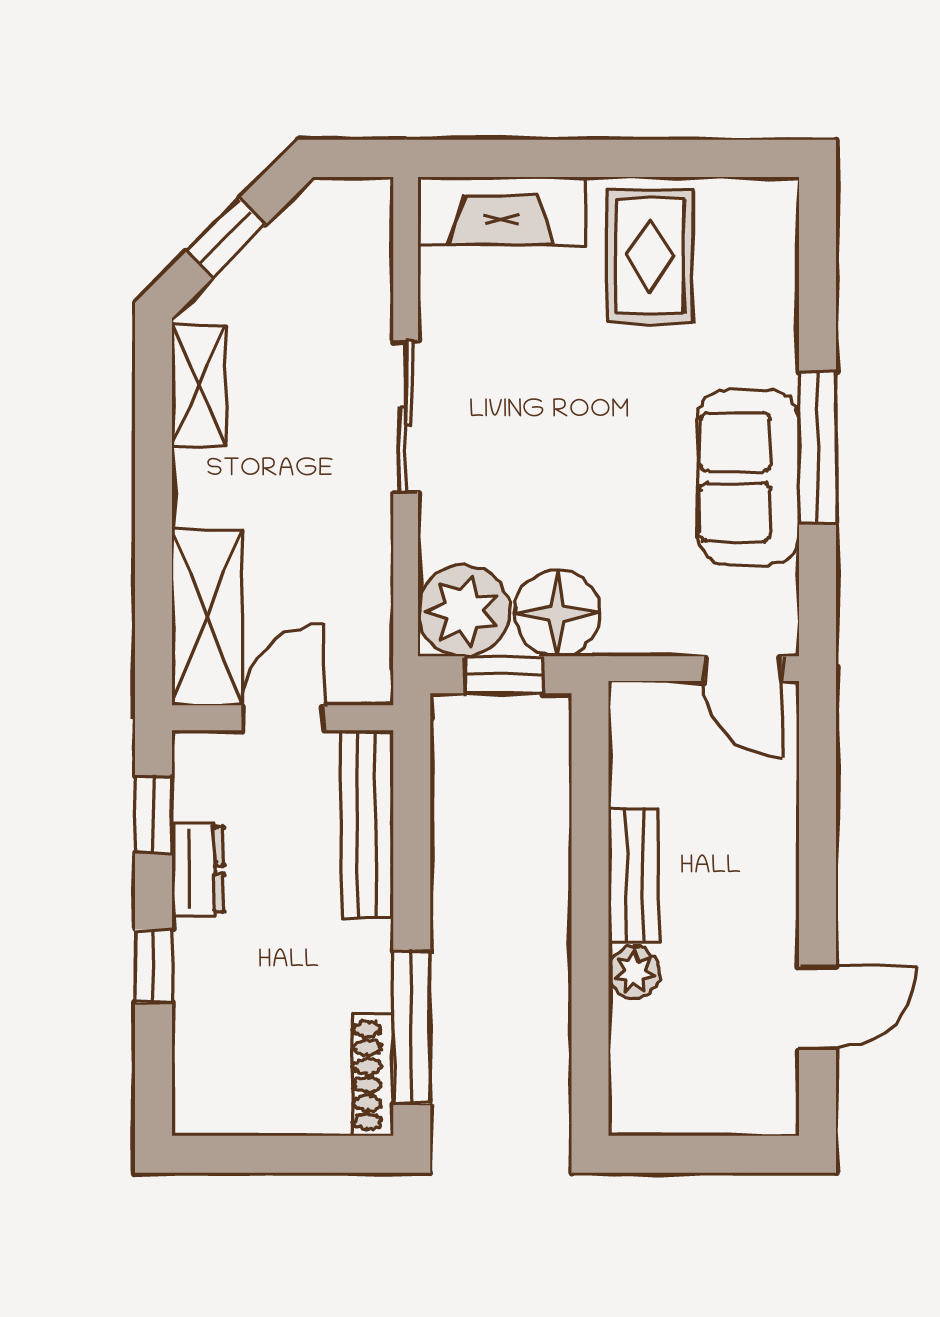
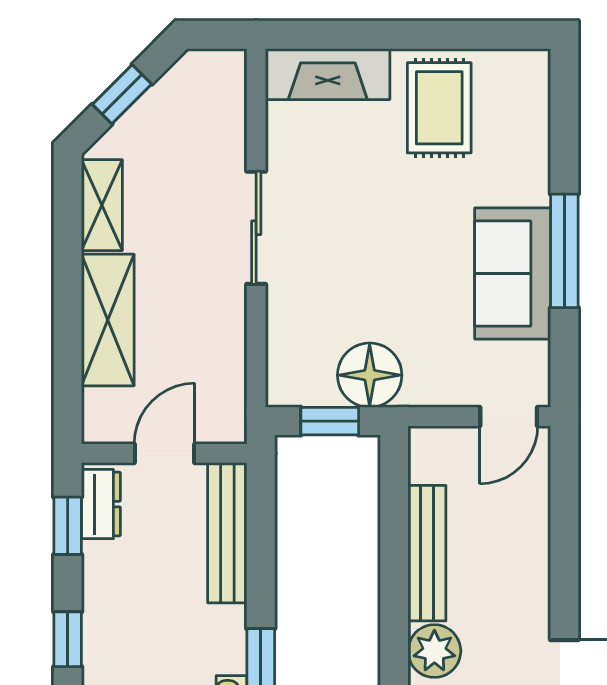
plant: (464, 611) -> (300, 373), removed
shelving: (207, 618) -> (108, 320), moved
door: (743, 669) -> (509, 417), hinge flipped
dresser: (198, 869) -> (101, 504), moved
bench: (634, 875) -> (427, 553), width x1.36
plant: (634, 972) -> (434, 651), width x1.38, depth x1.38

